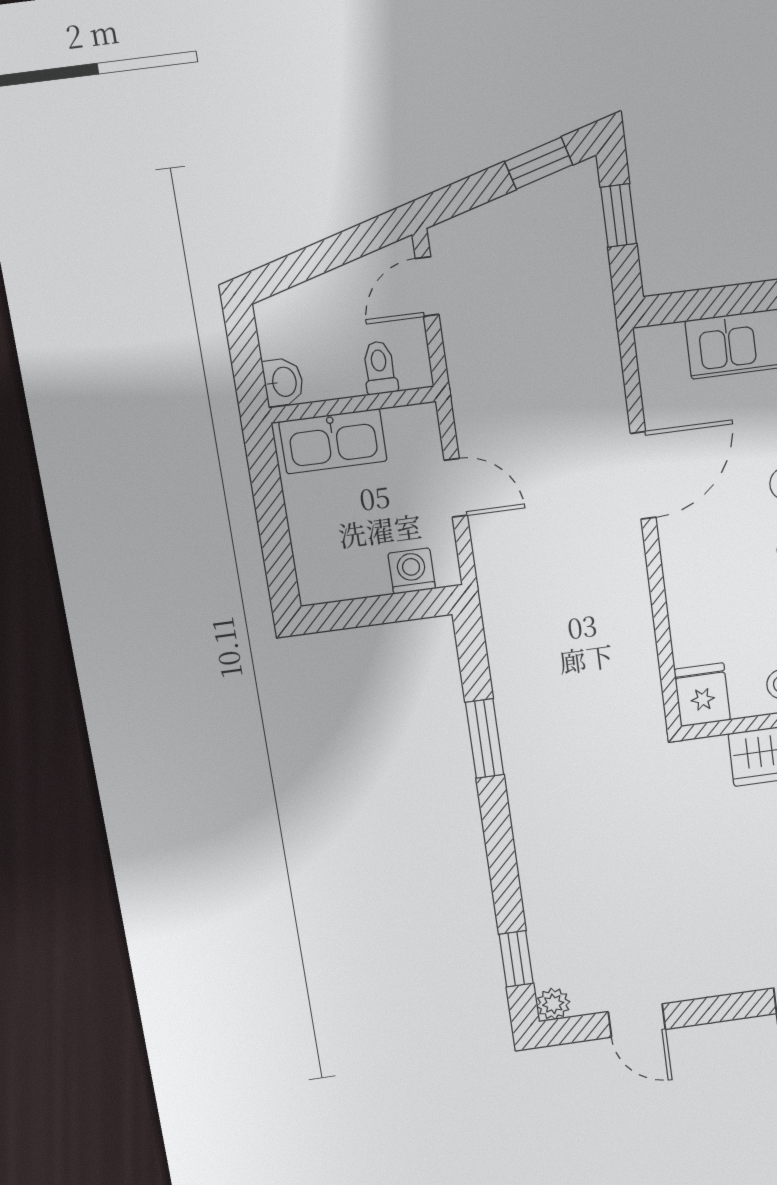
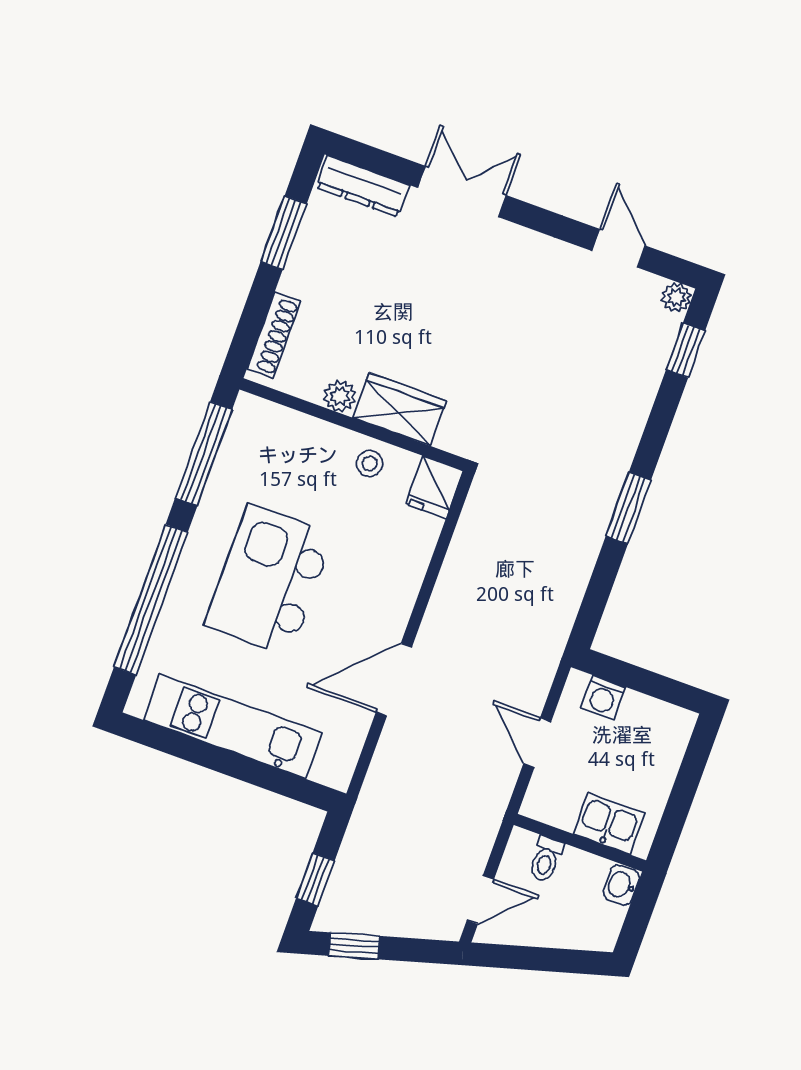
kitchen sink: (333, 441) -> (609, 824), width x0.73
window: (485, 738) -> (628, 508), moved

